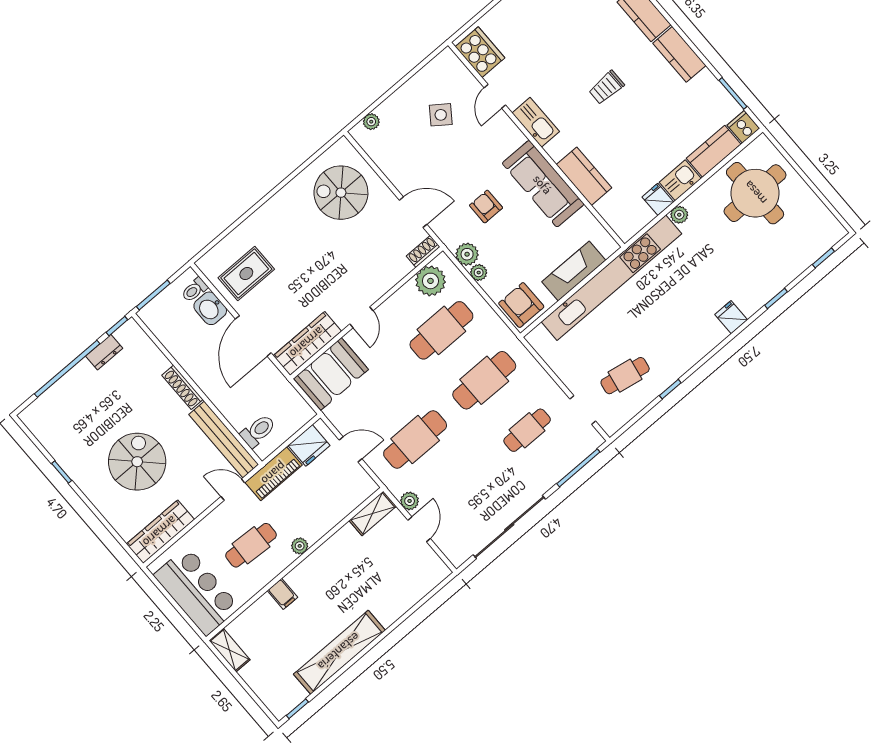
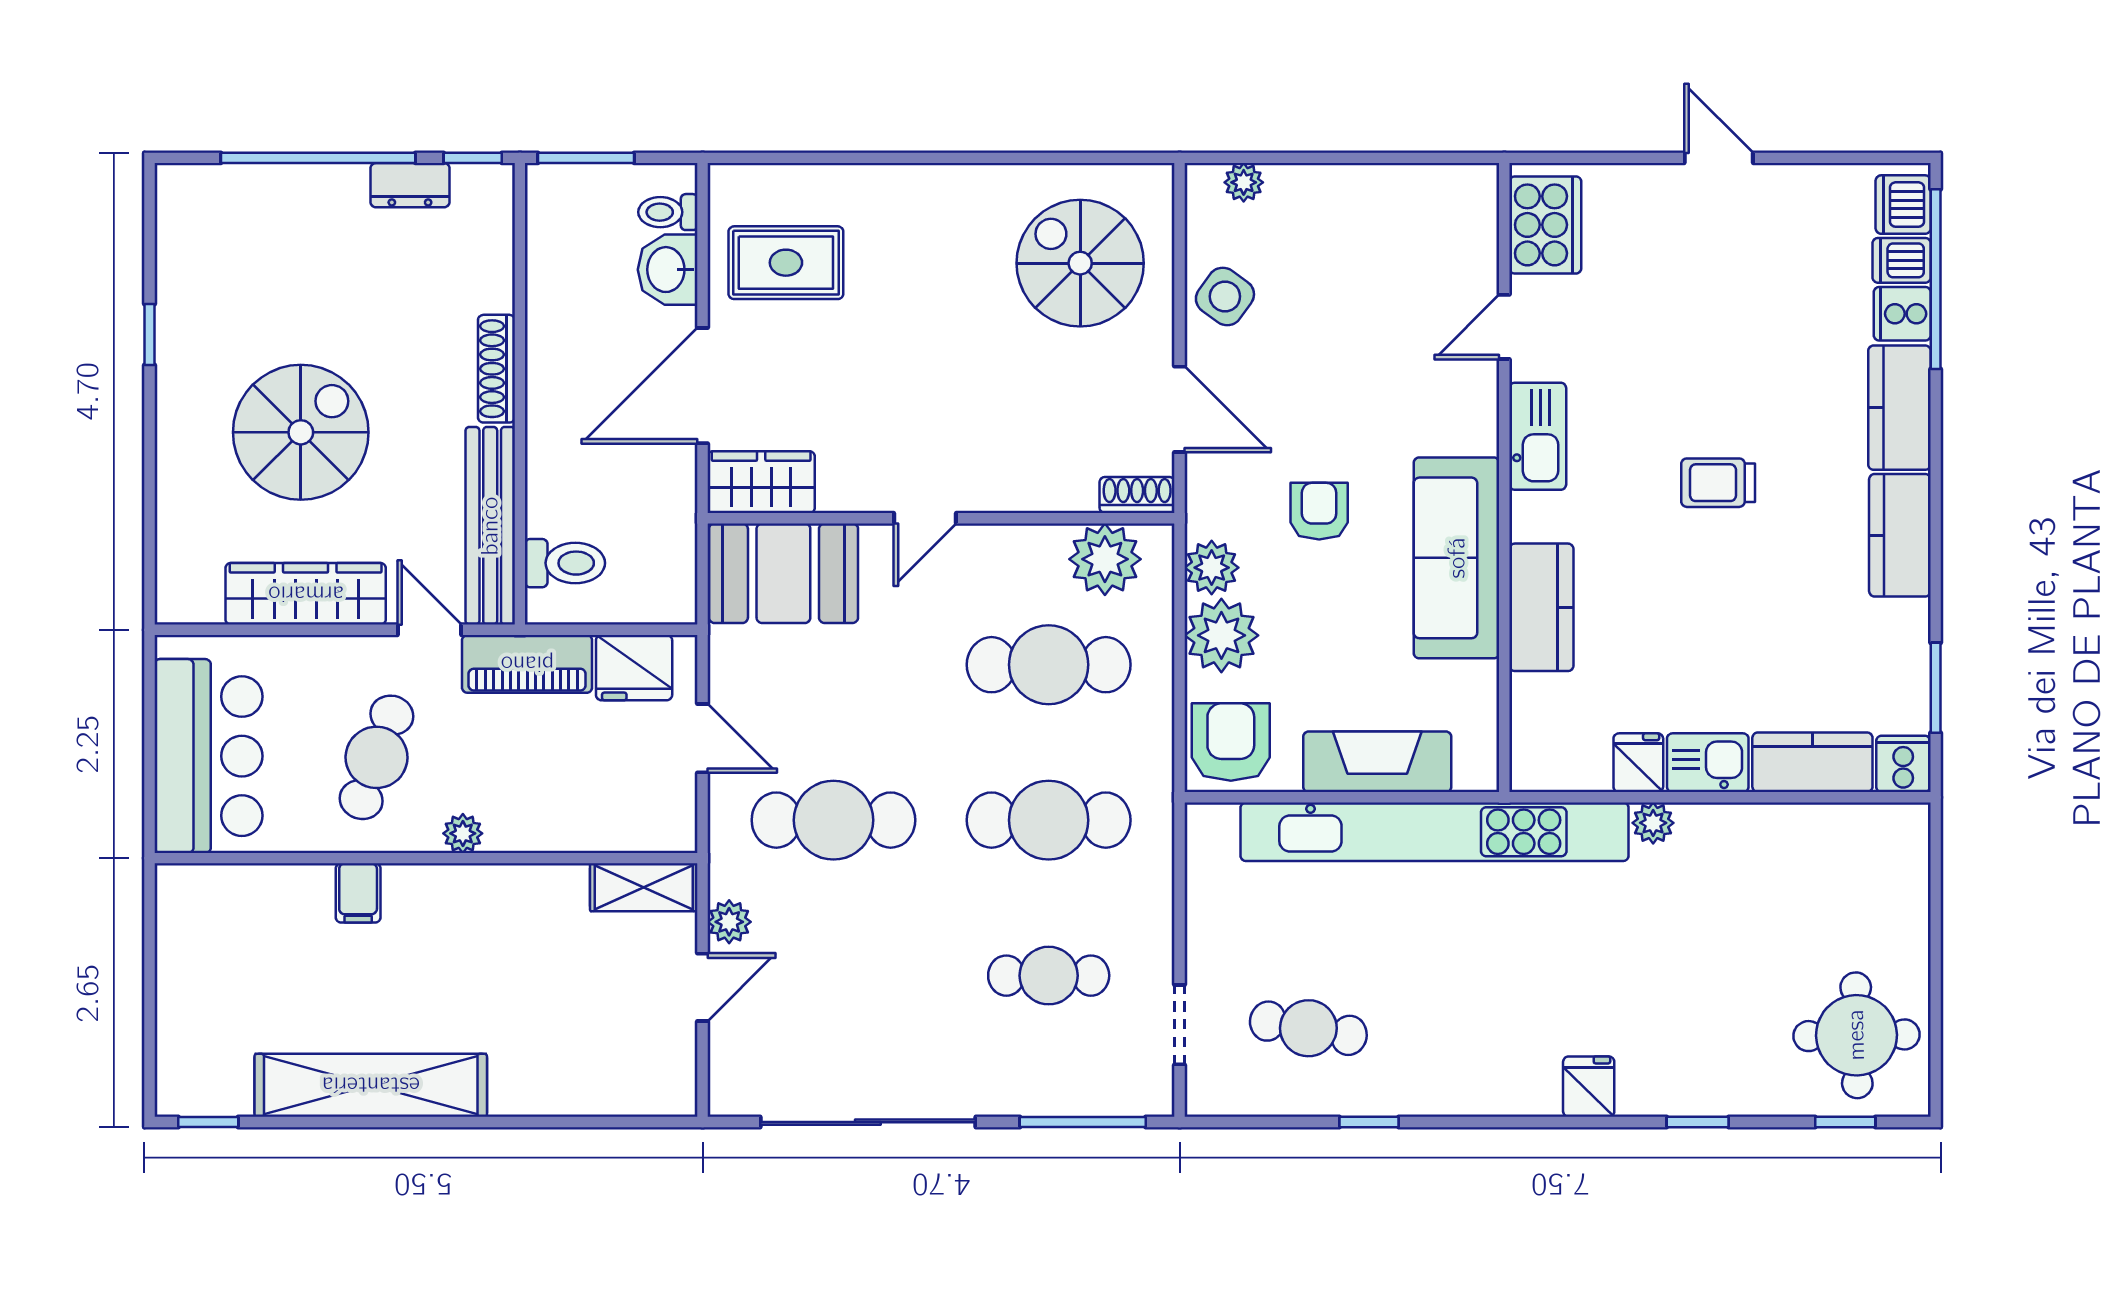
side table: (441, 115) -> (1225, 296), moved
round table: (755, 193) -> (1856, 1035), moved, width x0.73, depth x0.73
plant: (479, 273) -> (1221, 635), width x1.88, depth x1.88
wardrobe: (307, 343) -> (761, 482), width x0.67
wardrobe: (160, 532) -> (306, 594), moved
cafe table: (251, 545) -> (377, 757), turned -73
shelving: (230, 650) -> (177, 913), removed

